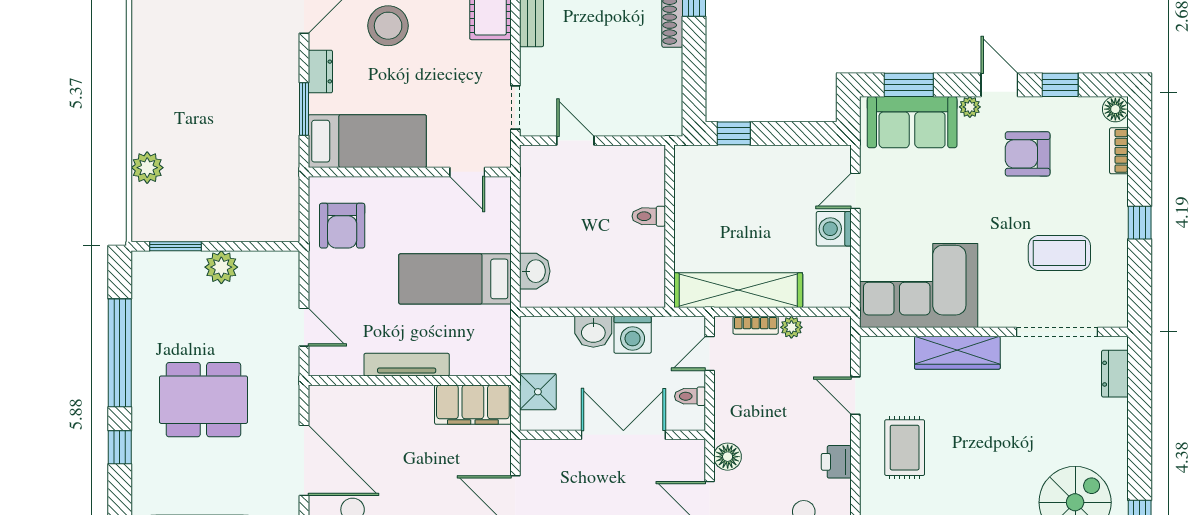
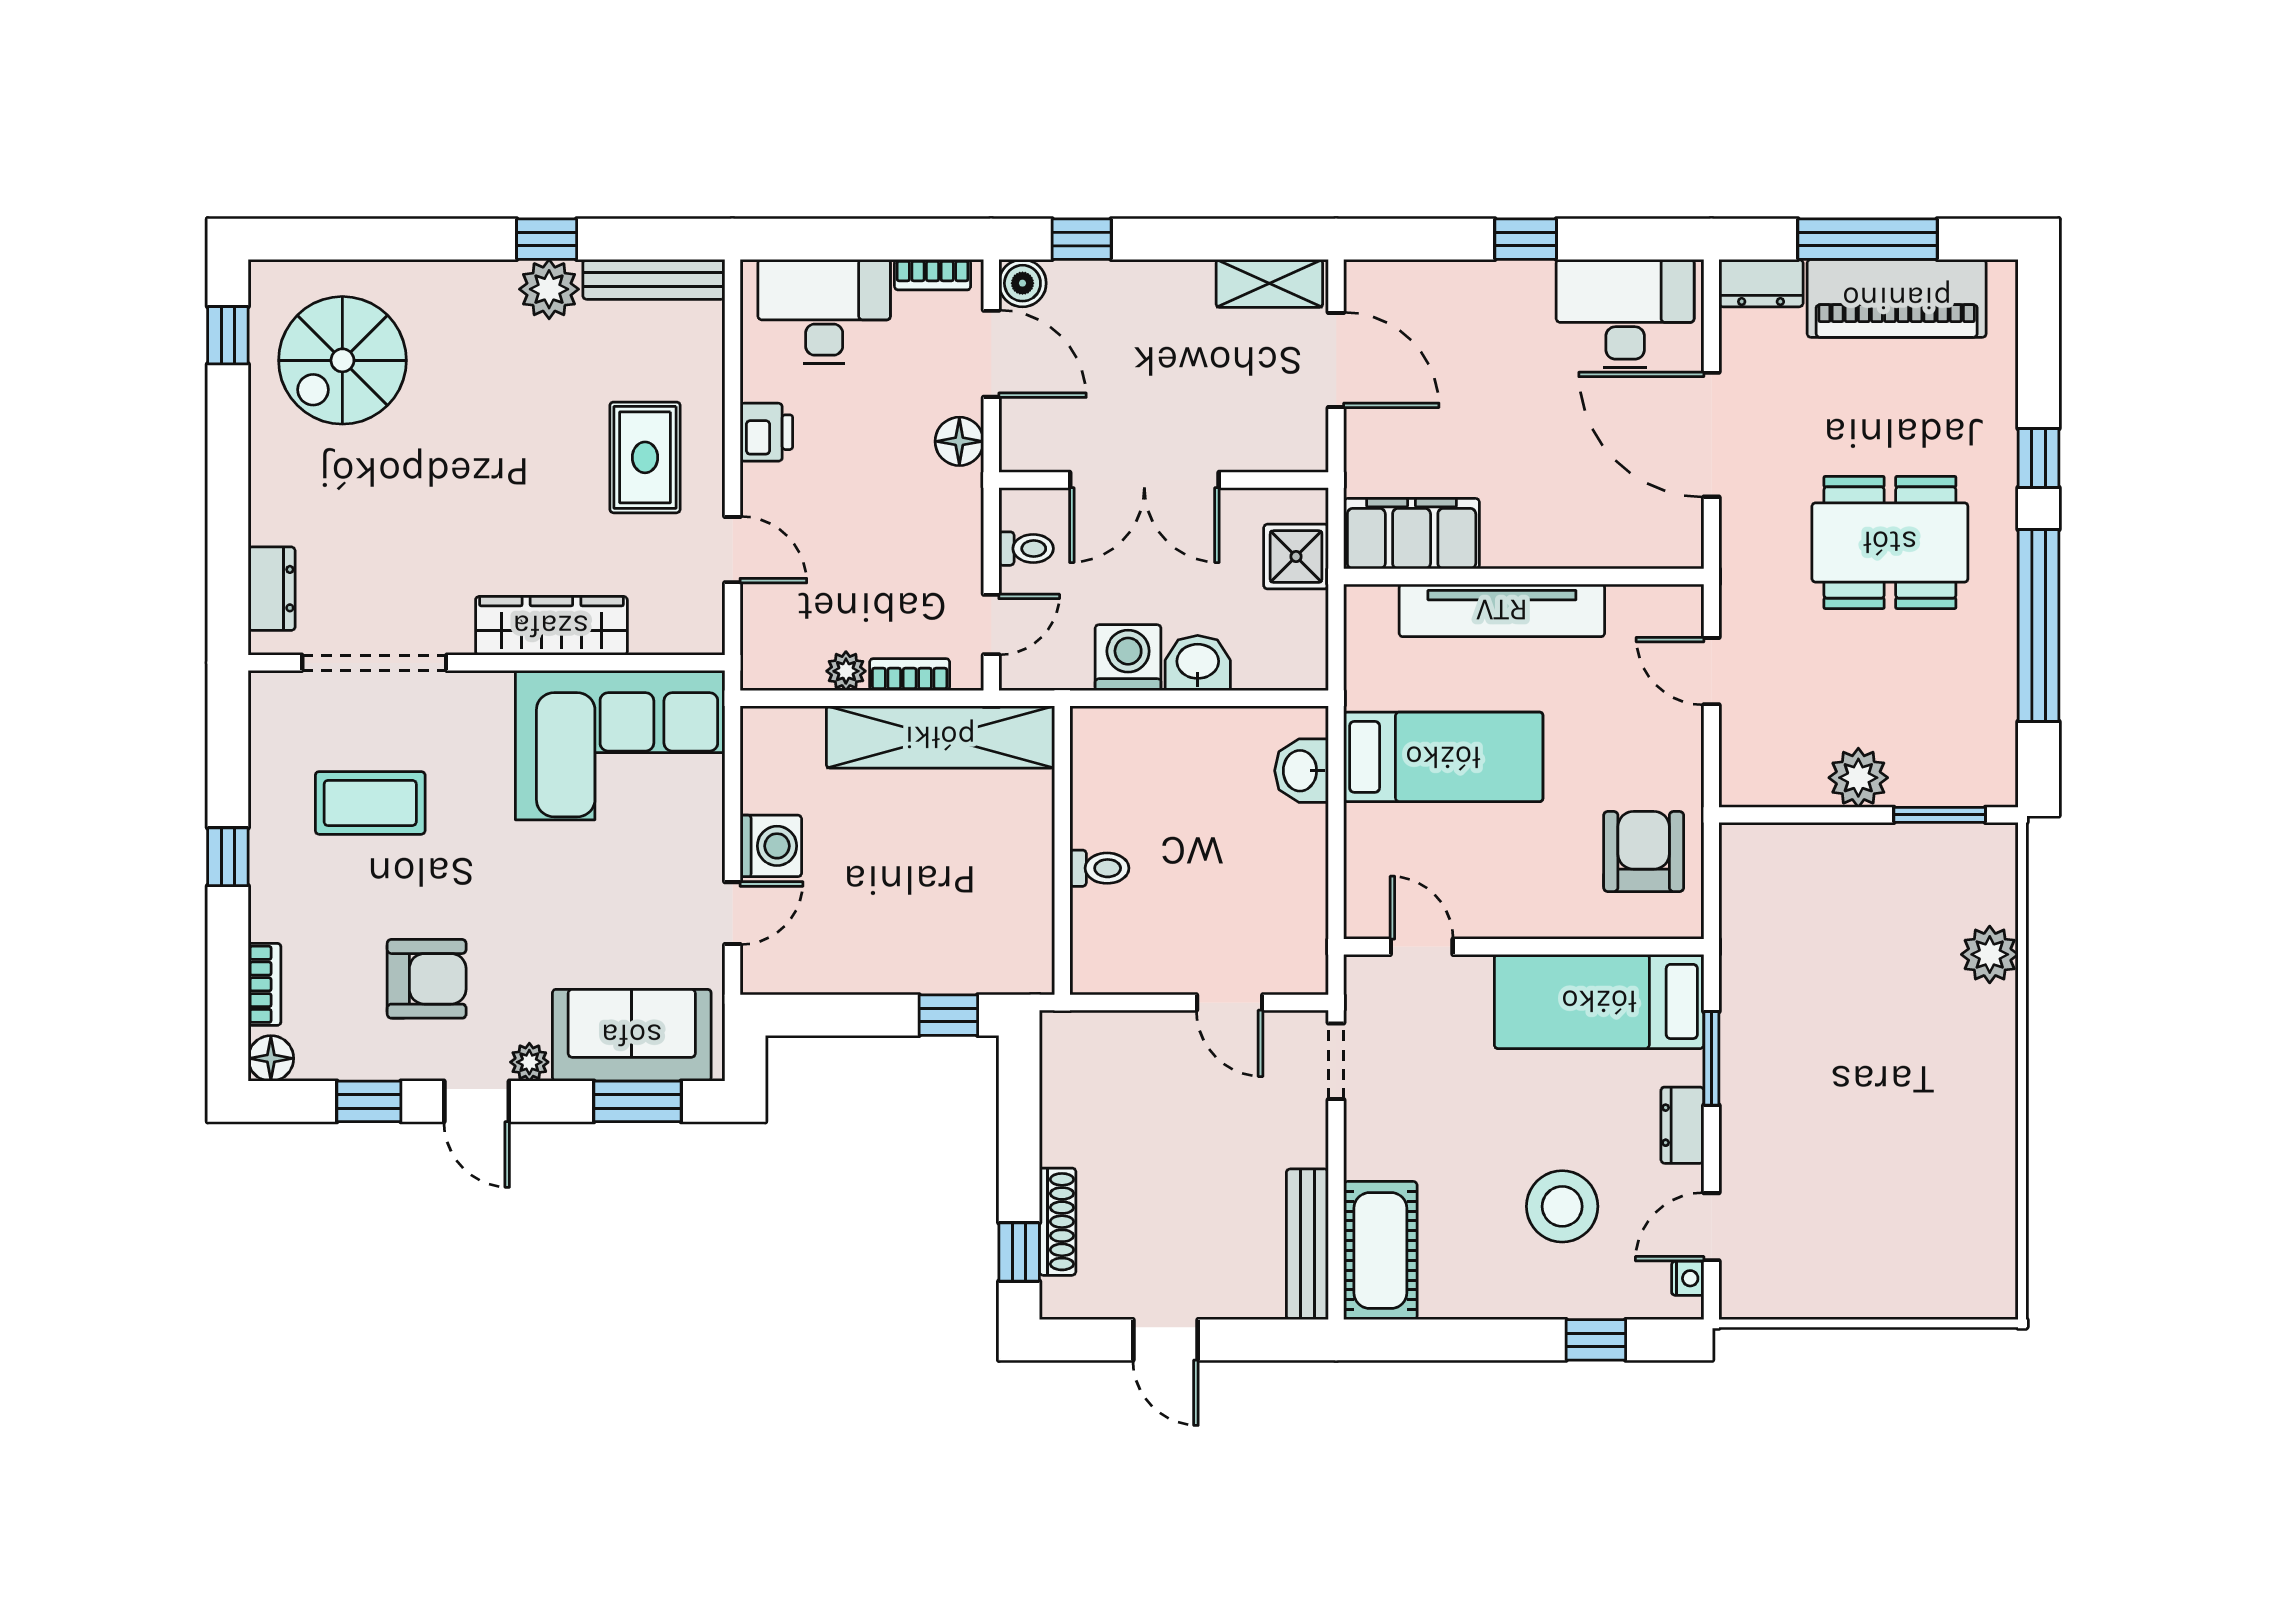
tv unit: (407, 365) -> (1502, 610), width x1.36, depth x1.29

